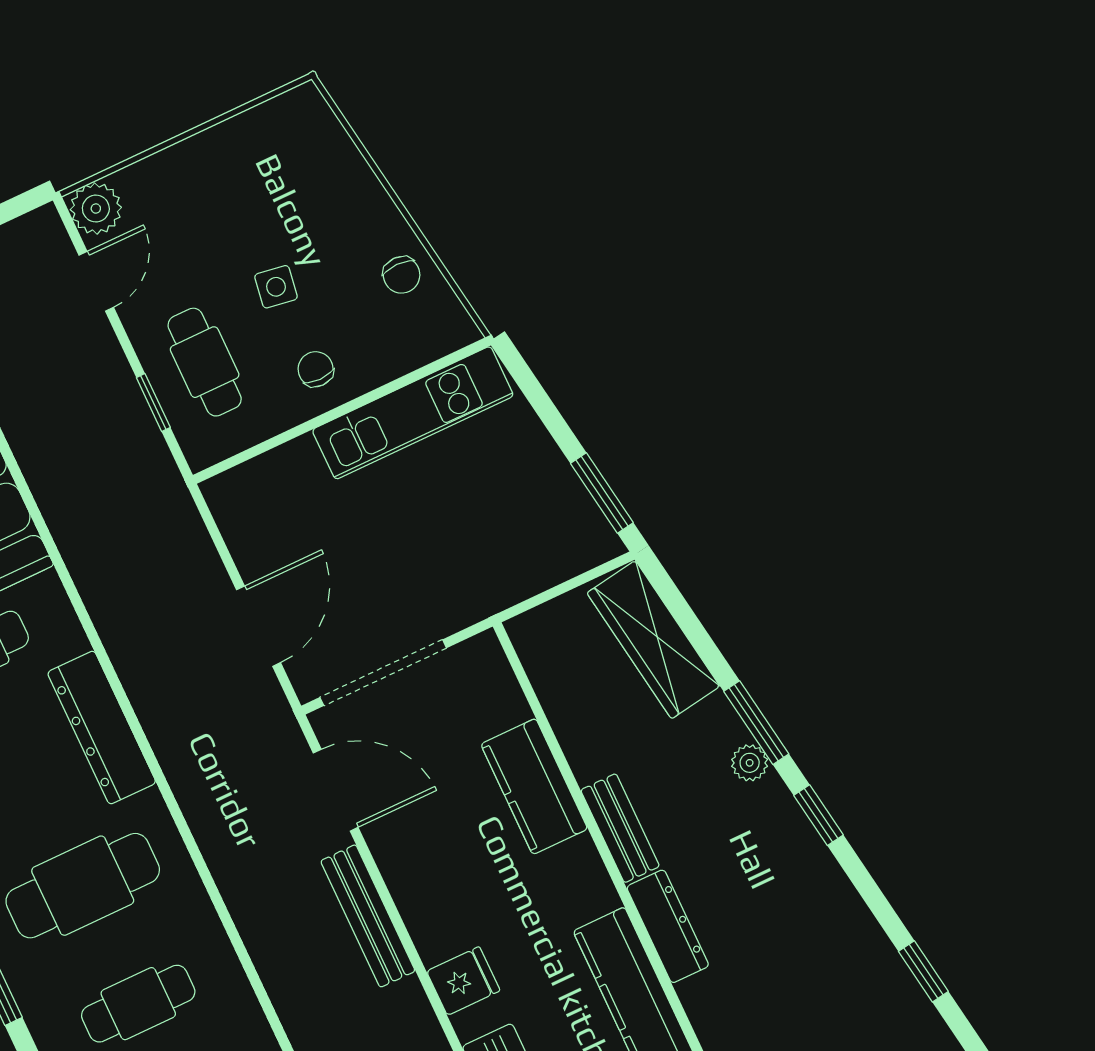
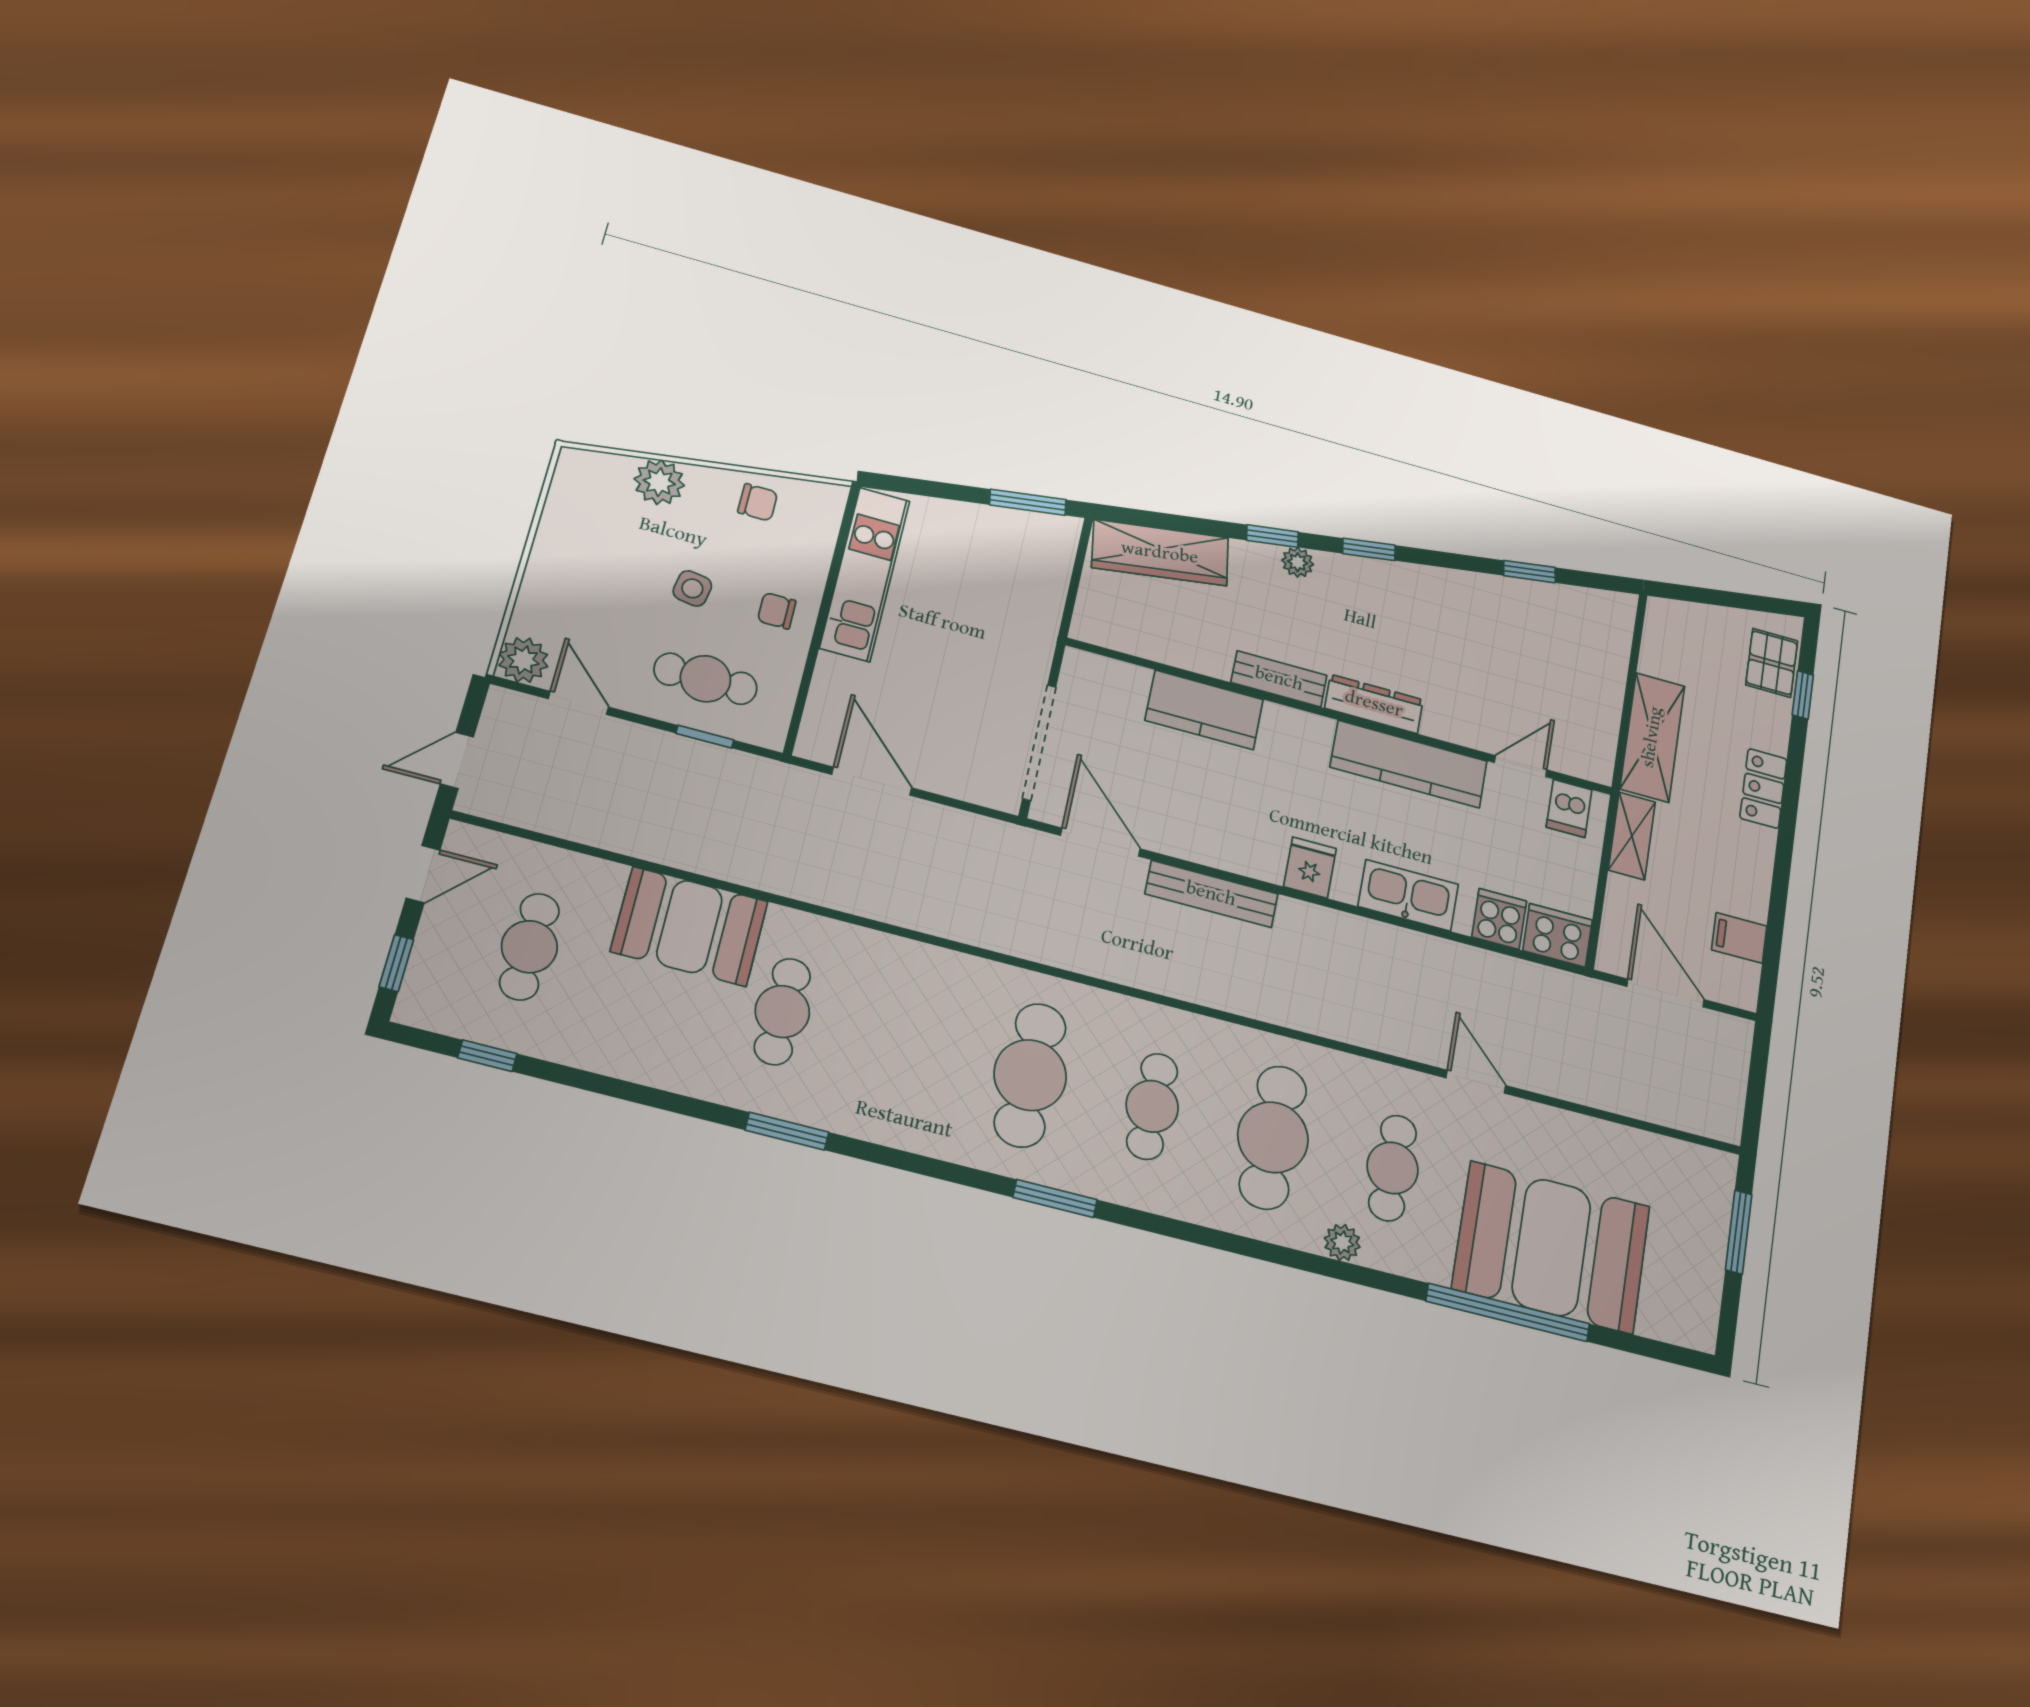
plant: (349, 182) -> (659, 482), added
door: (259, 626) -> (872, 781), moved
window: (756, 723) -> (1272, 536), width x0.67
dresser: (102, 727) -> (920, 966), removed
door: (336, 790) -> (1100, 842), hinge flipped

